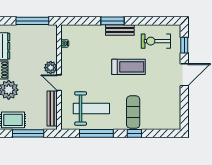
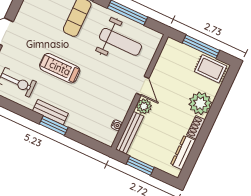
window: (32, 21) -> (140, 166), width x0.69
bench: (52, 108) -> (130, 133), moved
weight bench: (91, 109) -> (120, 42), turned 180

